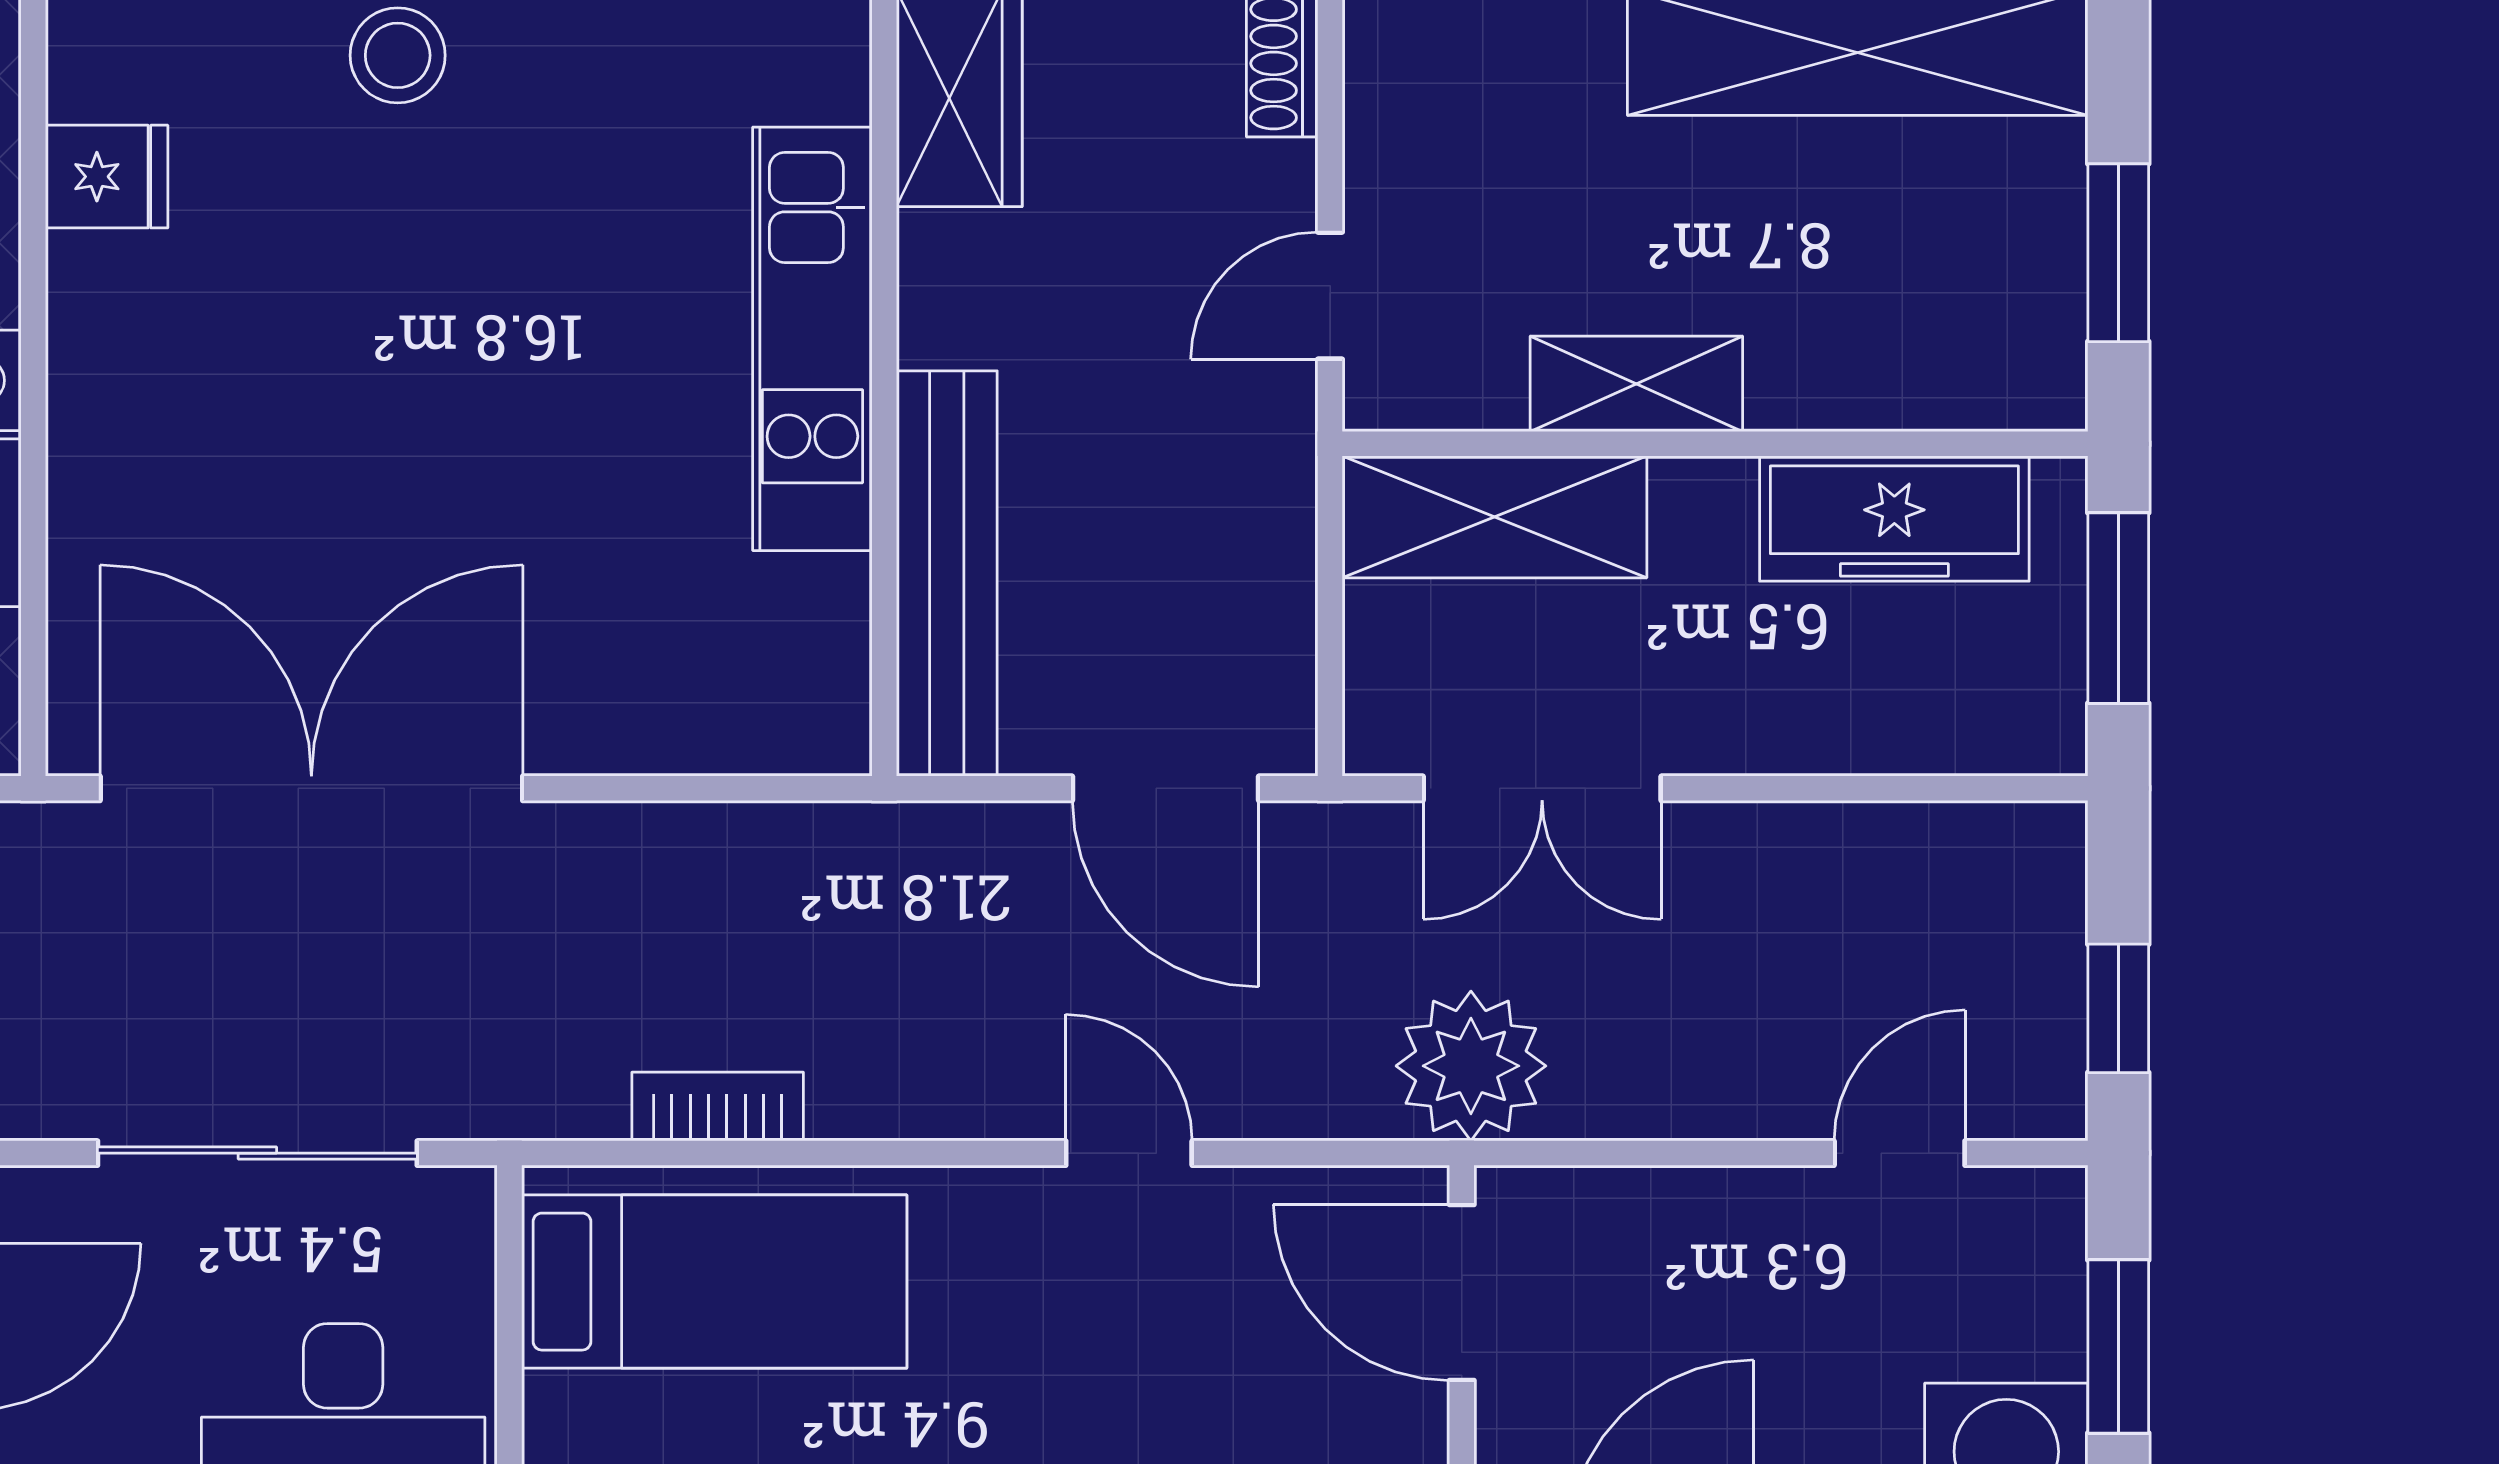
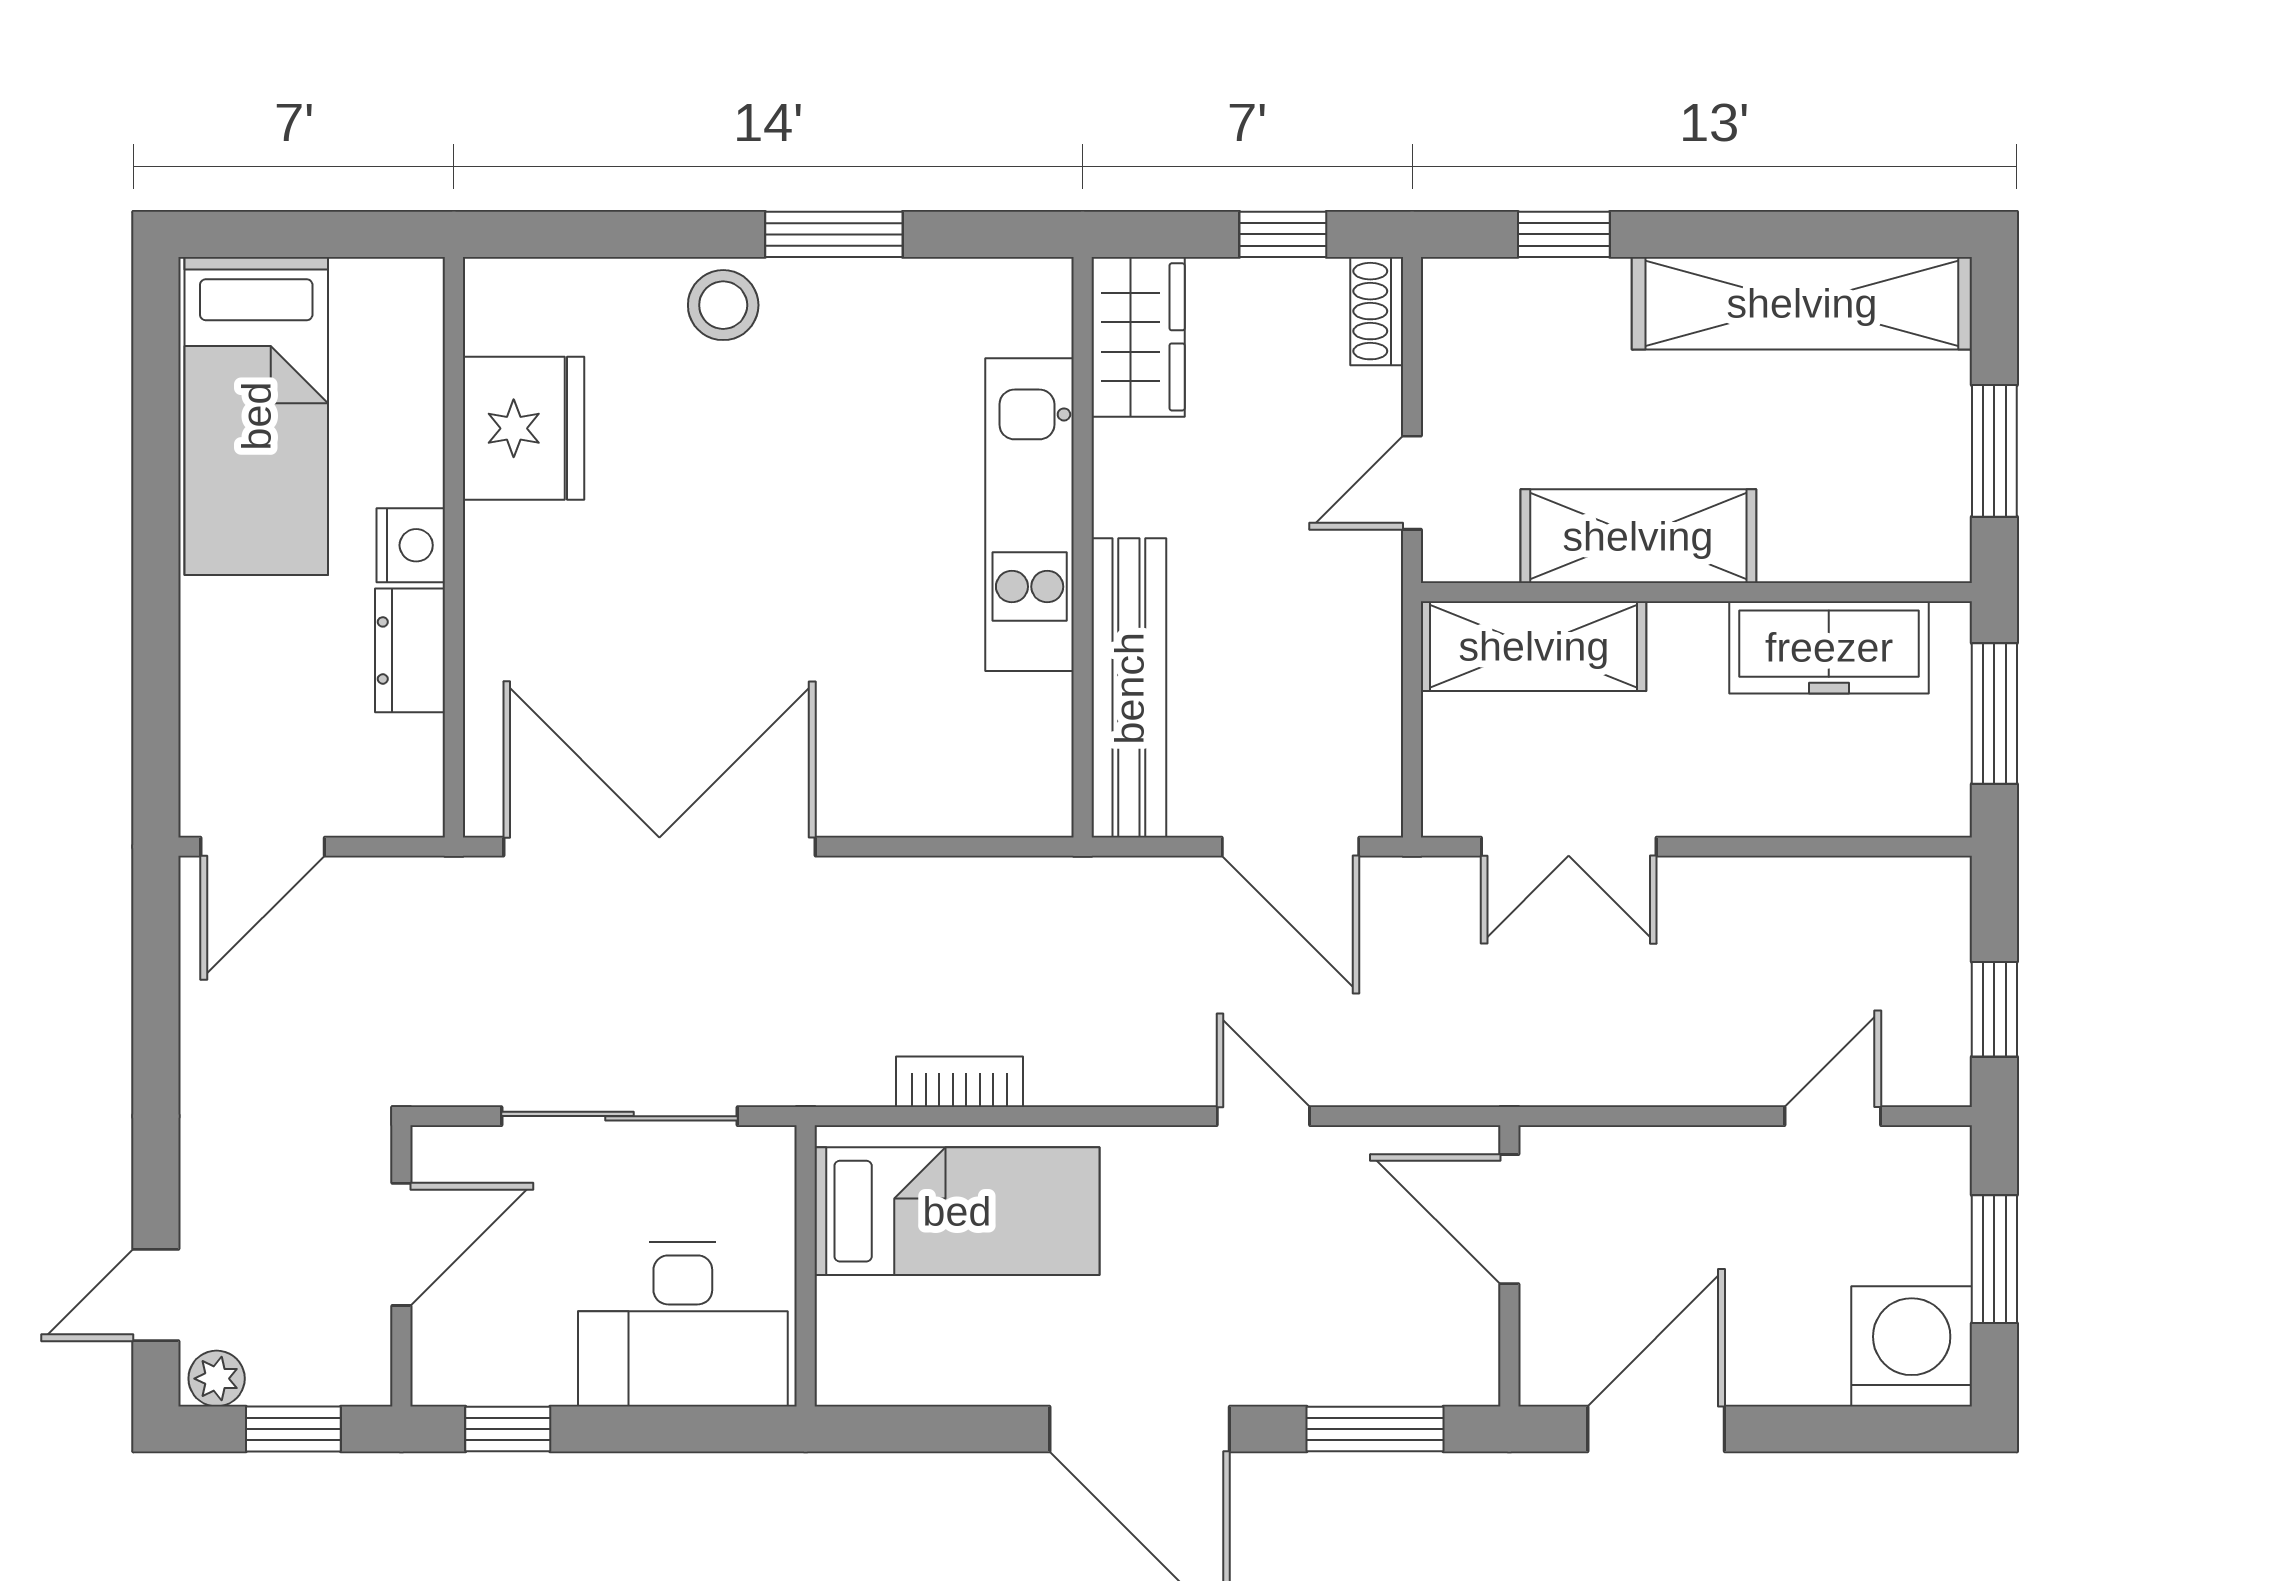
fridge: (107, 177) -> (523, 428), width x1.88, depth x1.34
shelving: (1636, 384) -> (1638, 536), width x1.50, depth x1.33
plant: (1471, 1066) -> (1516, 1052), removed

